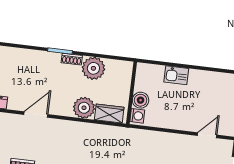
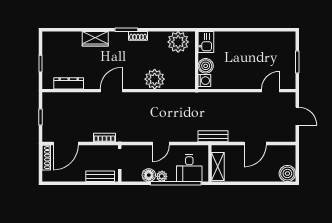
plant: (93, 68) -> (178, 42), moved
kitchen sink: (176, 75) -> (206, 42), moved, turned -90
wardrobe: (109, 114) -> (95, 39), moved, turned 180

